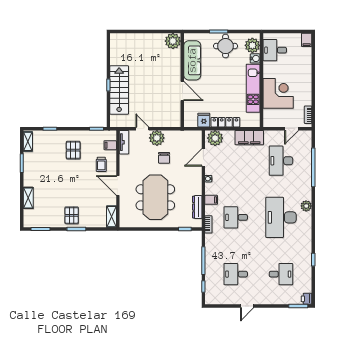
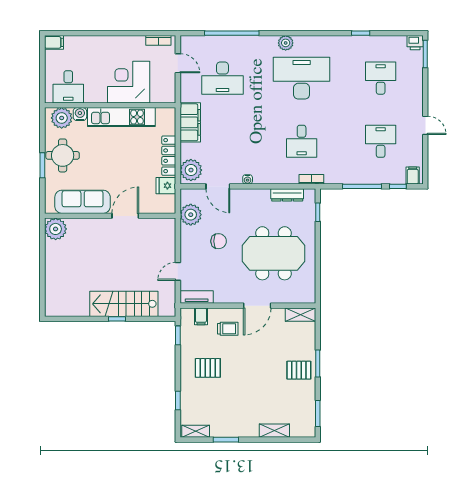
plant: (157, 138) -> (191, 215), moved
filing cabinet: (211, 200) -> (413, 175), moved
desk: (281, 217) -> (302, 78), turned 180
desk: (236, 274) -> (381, 141), turned 180

